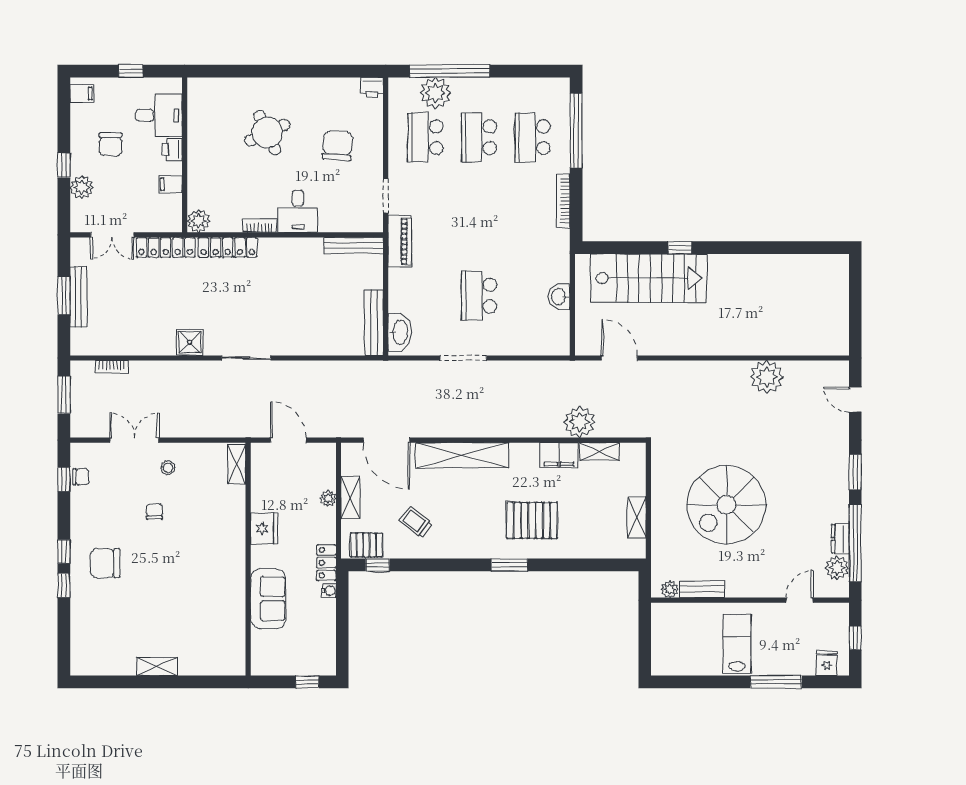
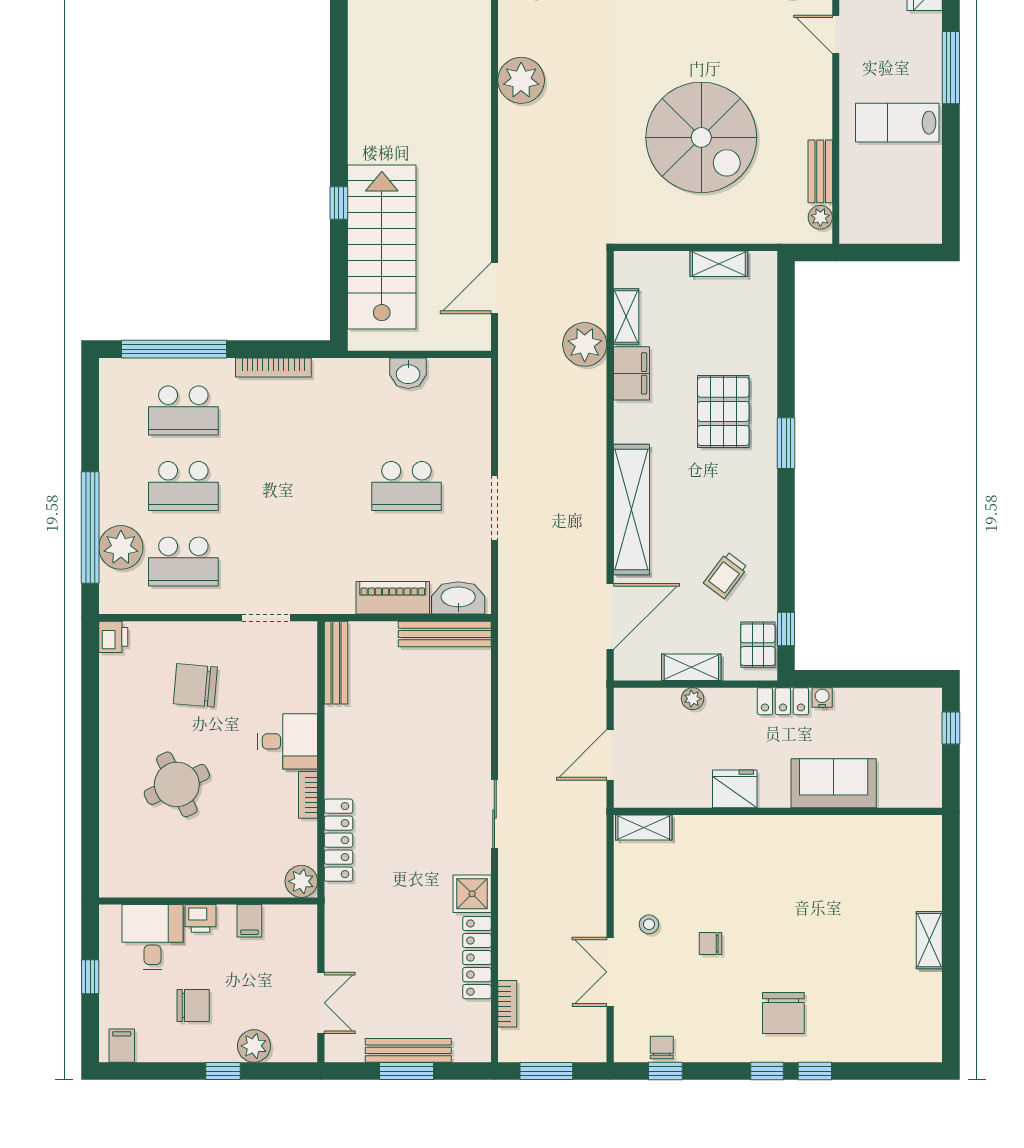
piano: (400, 242) -> (393, 598), moved
locker: (166, 247) -> (477, 958), moved, turned 180

